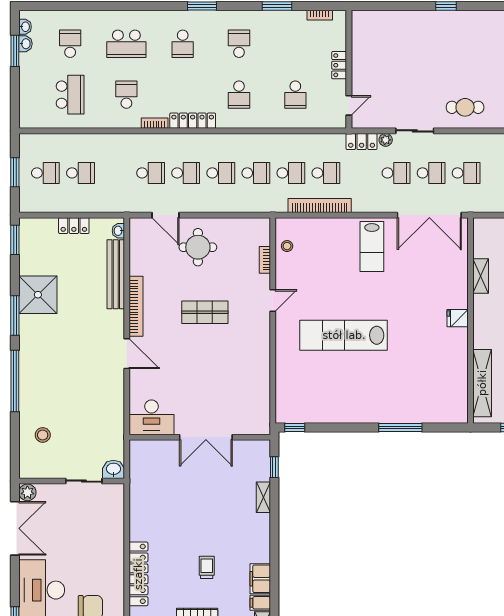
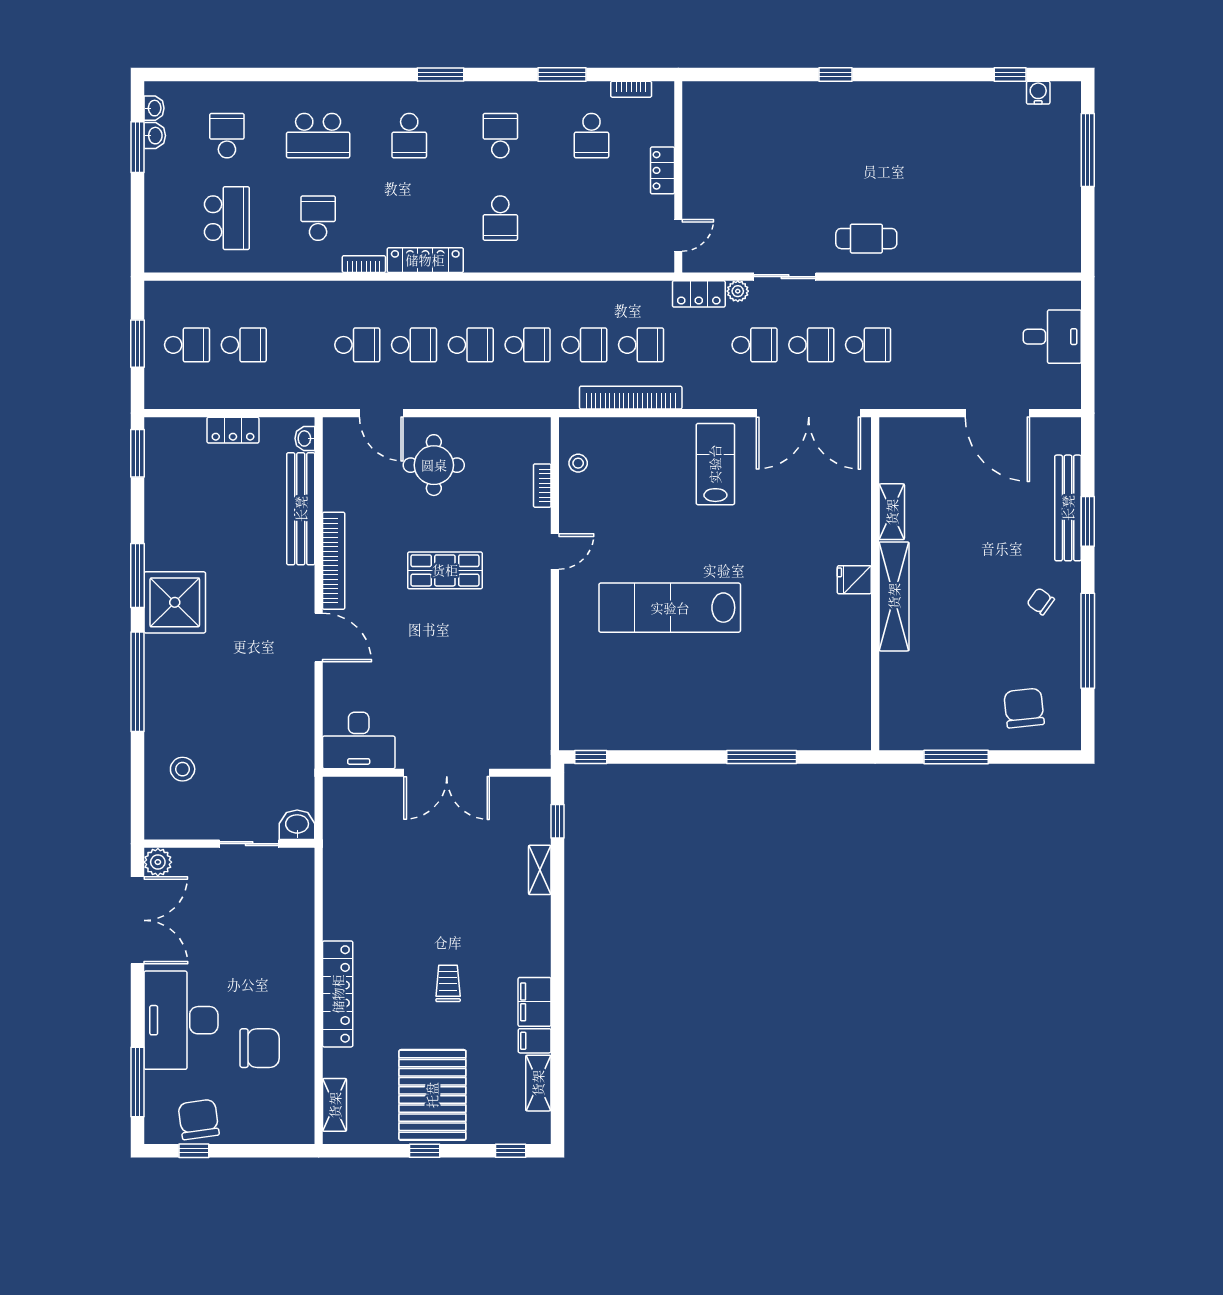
school desk: (295, 95) -> (592, 136), moved
lab bench: (372, 247) -> (715, 464), turned 180
shower: (38, 295) -> (175, 602), moved
shelving: (482, 383) -> (894, 596), moved

